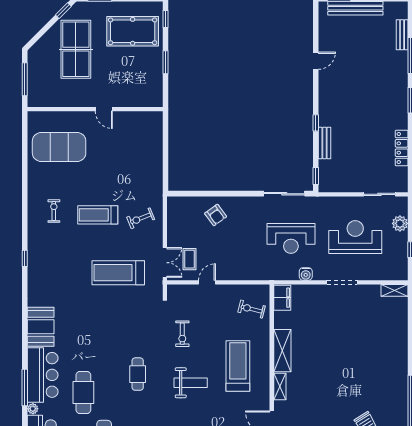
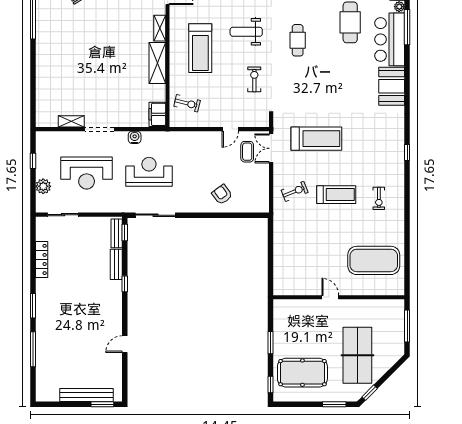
bench: (402, 35) -> (117, 233), moved
shelving: (394, 290) -> (71, 121), moved

